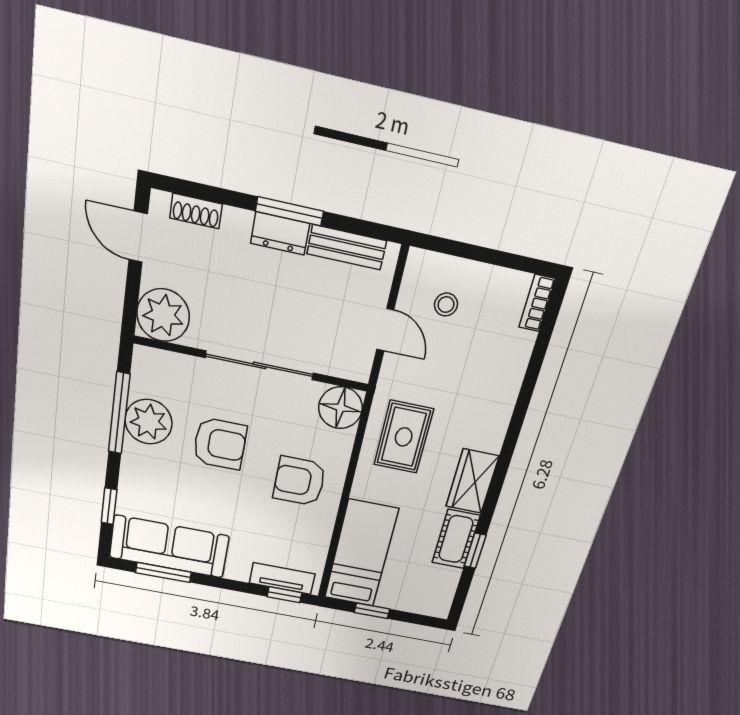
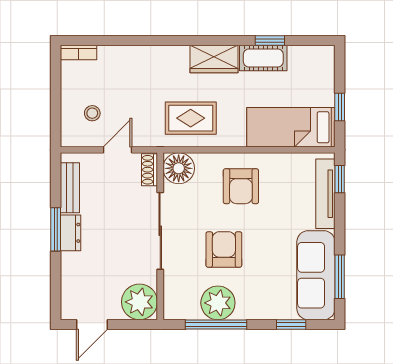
shoe rack: (196, 211) -> (150, 170), moved, turned 180
tv unit: (282, 579) -> (325, 194), width x1.41

